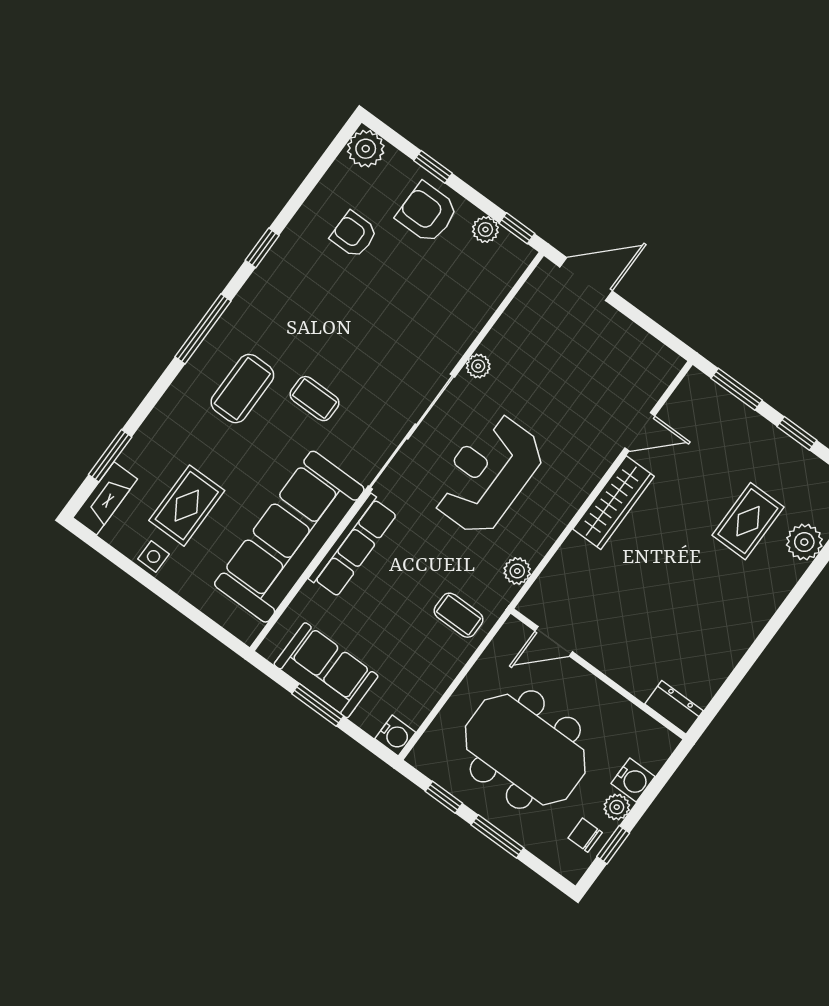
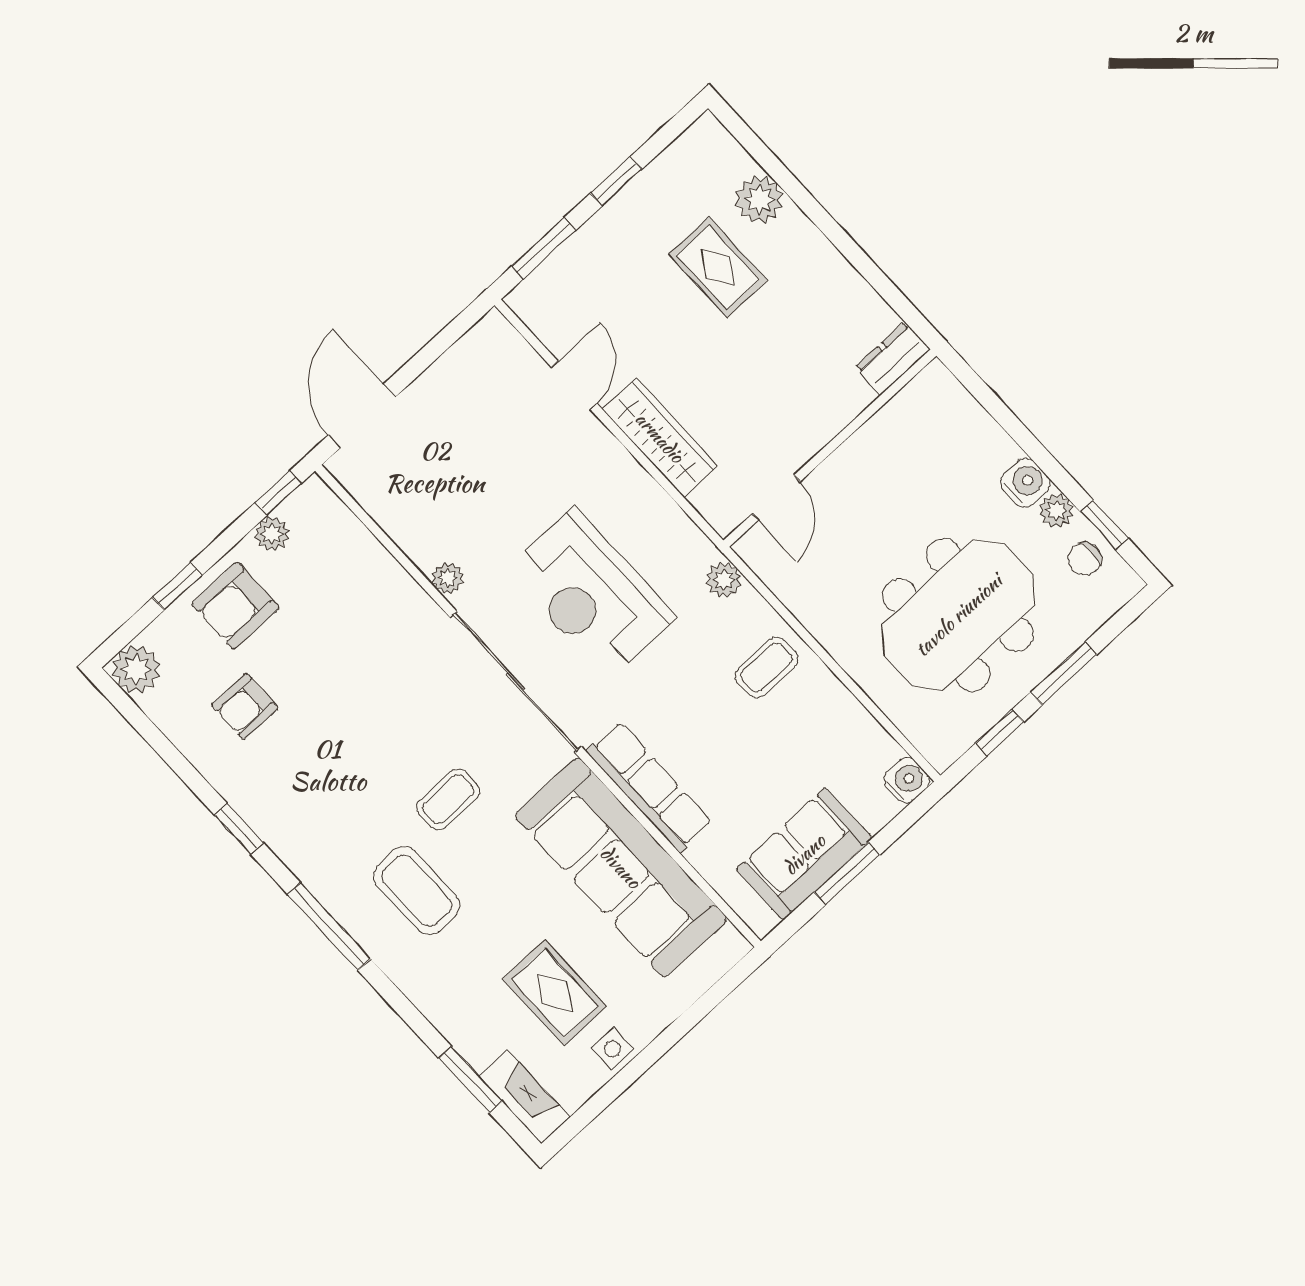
door: (554, 641) -> (776, 498), moved
wall: (598, 674) -> (830, 448), moved
dresser: (674, 707) -> (893, 358), moved

